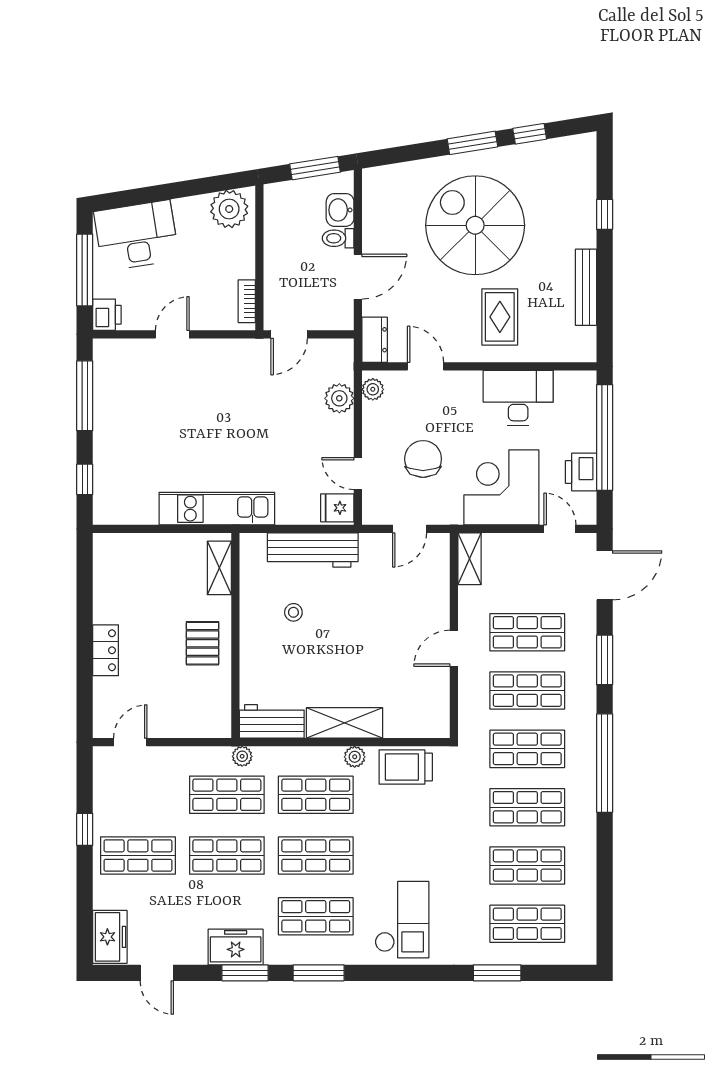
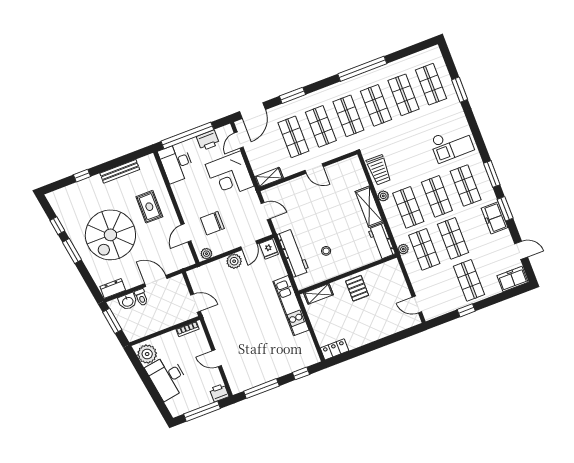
desk: (136, 236) -> (167, 377), moved
rug: (500, 317) -> (149, 207), turned 90
dresser: (375, 340) -> (113, 288), moved
plant: (339, 398) -> (234, 261), moved
desk: (518, 398) -> (176, 163), moved
chair: (423, 459) -> (212, 223), moved
door: (605, 575) -> (253, 111), swing flipped
pallet: (203, 643) -> (357, 288), turned 90
locker: (106, 650) -> (335, 349), moved
window: (605, 763) -> (362, 69), moved
checkout: (402, 920) -> (452, 144), turned 180
door: (157, 973) -> (521, 250), hinge flipped

